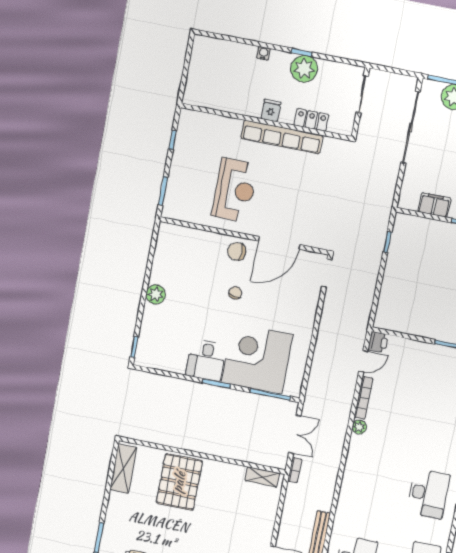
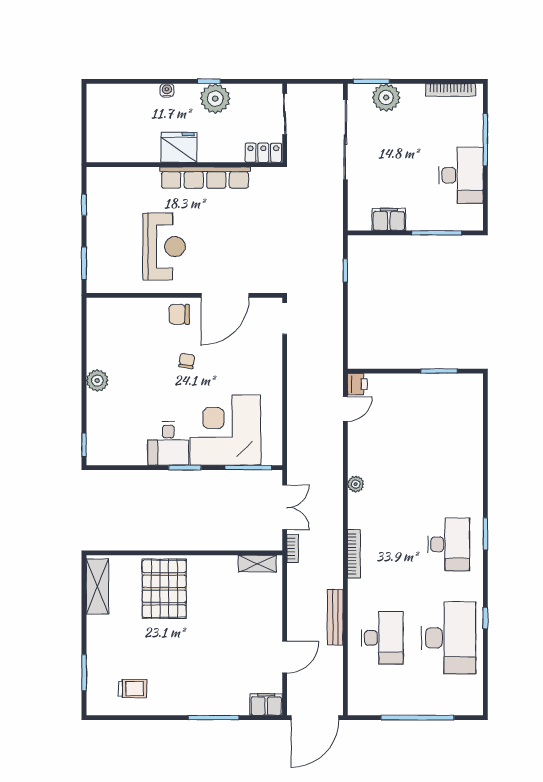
fridge: (271, 110) -> (179, 147), width x1.88, depth x1.34
locker: (311, 120) -> (263, 153), moved
bookcase: (364, 398) -> (354, 554), moved

